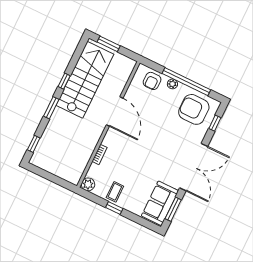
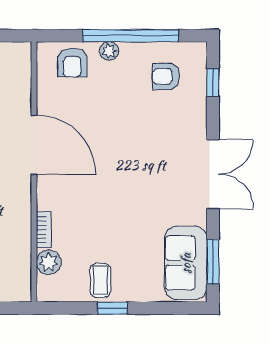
armchair: (194, 109) -> (166, 76), width x0.53, depth x0.53
double door: (194, 167) -> (213, 174), width x0.73
plant: (88, 184) -> (49, 262), moved

